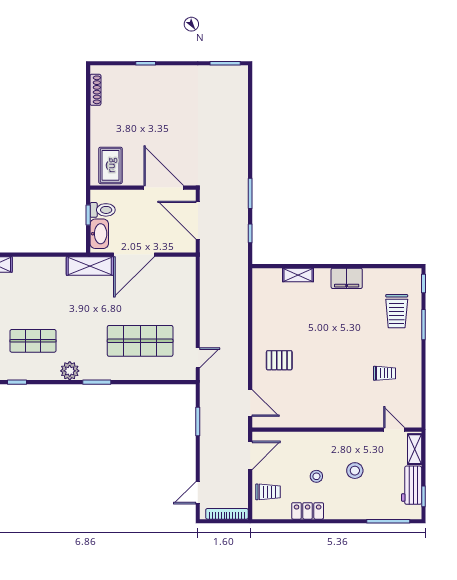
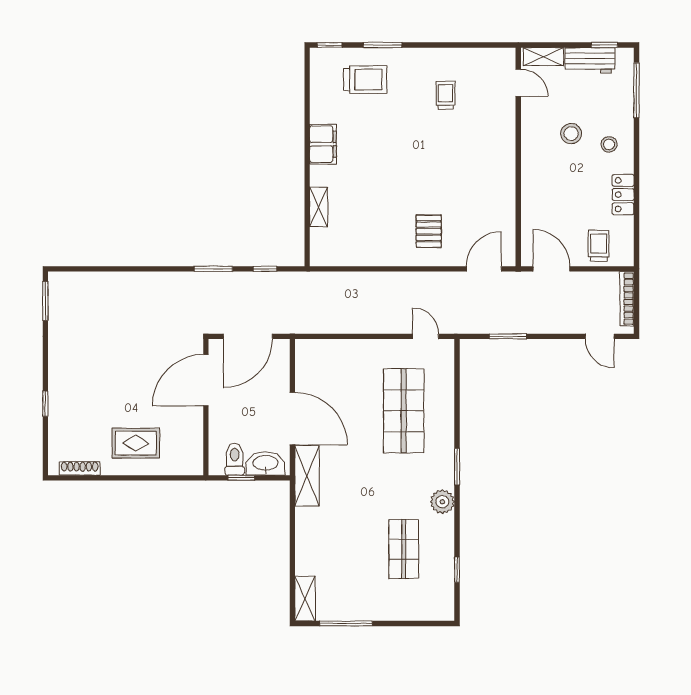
rug: (111, 165) -> (136, 443), moved
door: (394, 430) -> (518, 83), swing flipped
stool: (316, 476) -> (609, 144), moved

